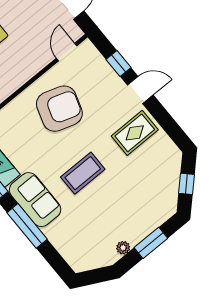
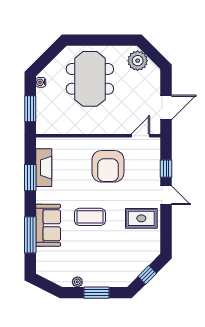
armchair: (59, 109) -> (108, 166), turned 72
sofa: (35, 200) -> (48, 225), moved
window: (27, 226) -> (30, 235), moved

